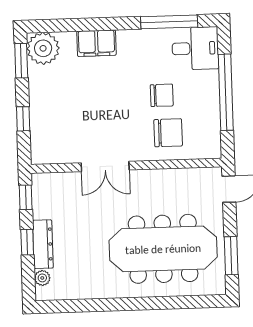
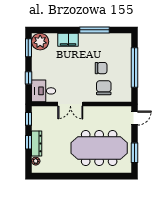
window: (169, 22) -> (95, 30), moved
desk: (195, 48) -> (44, 91), moved, turned 180
chair: (168, 133) -> (104, 88), turned -90

